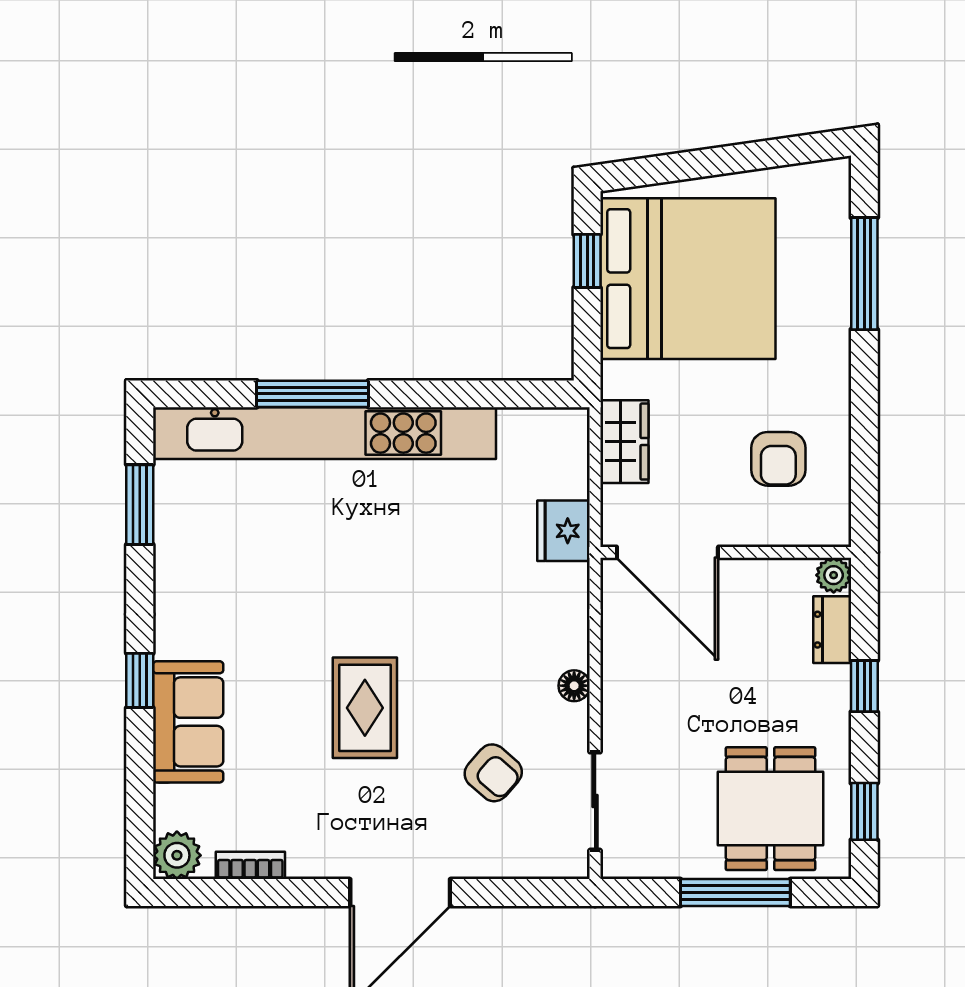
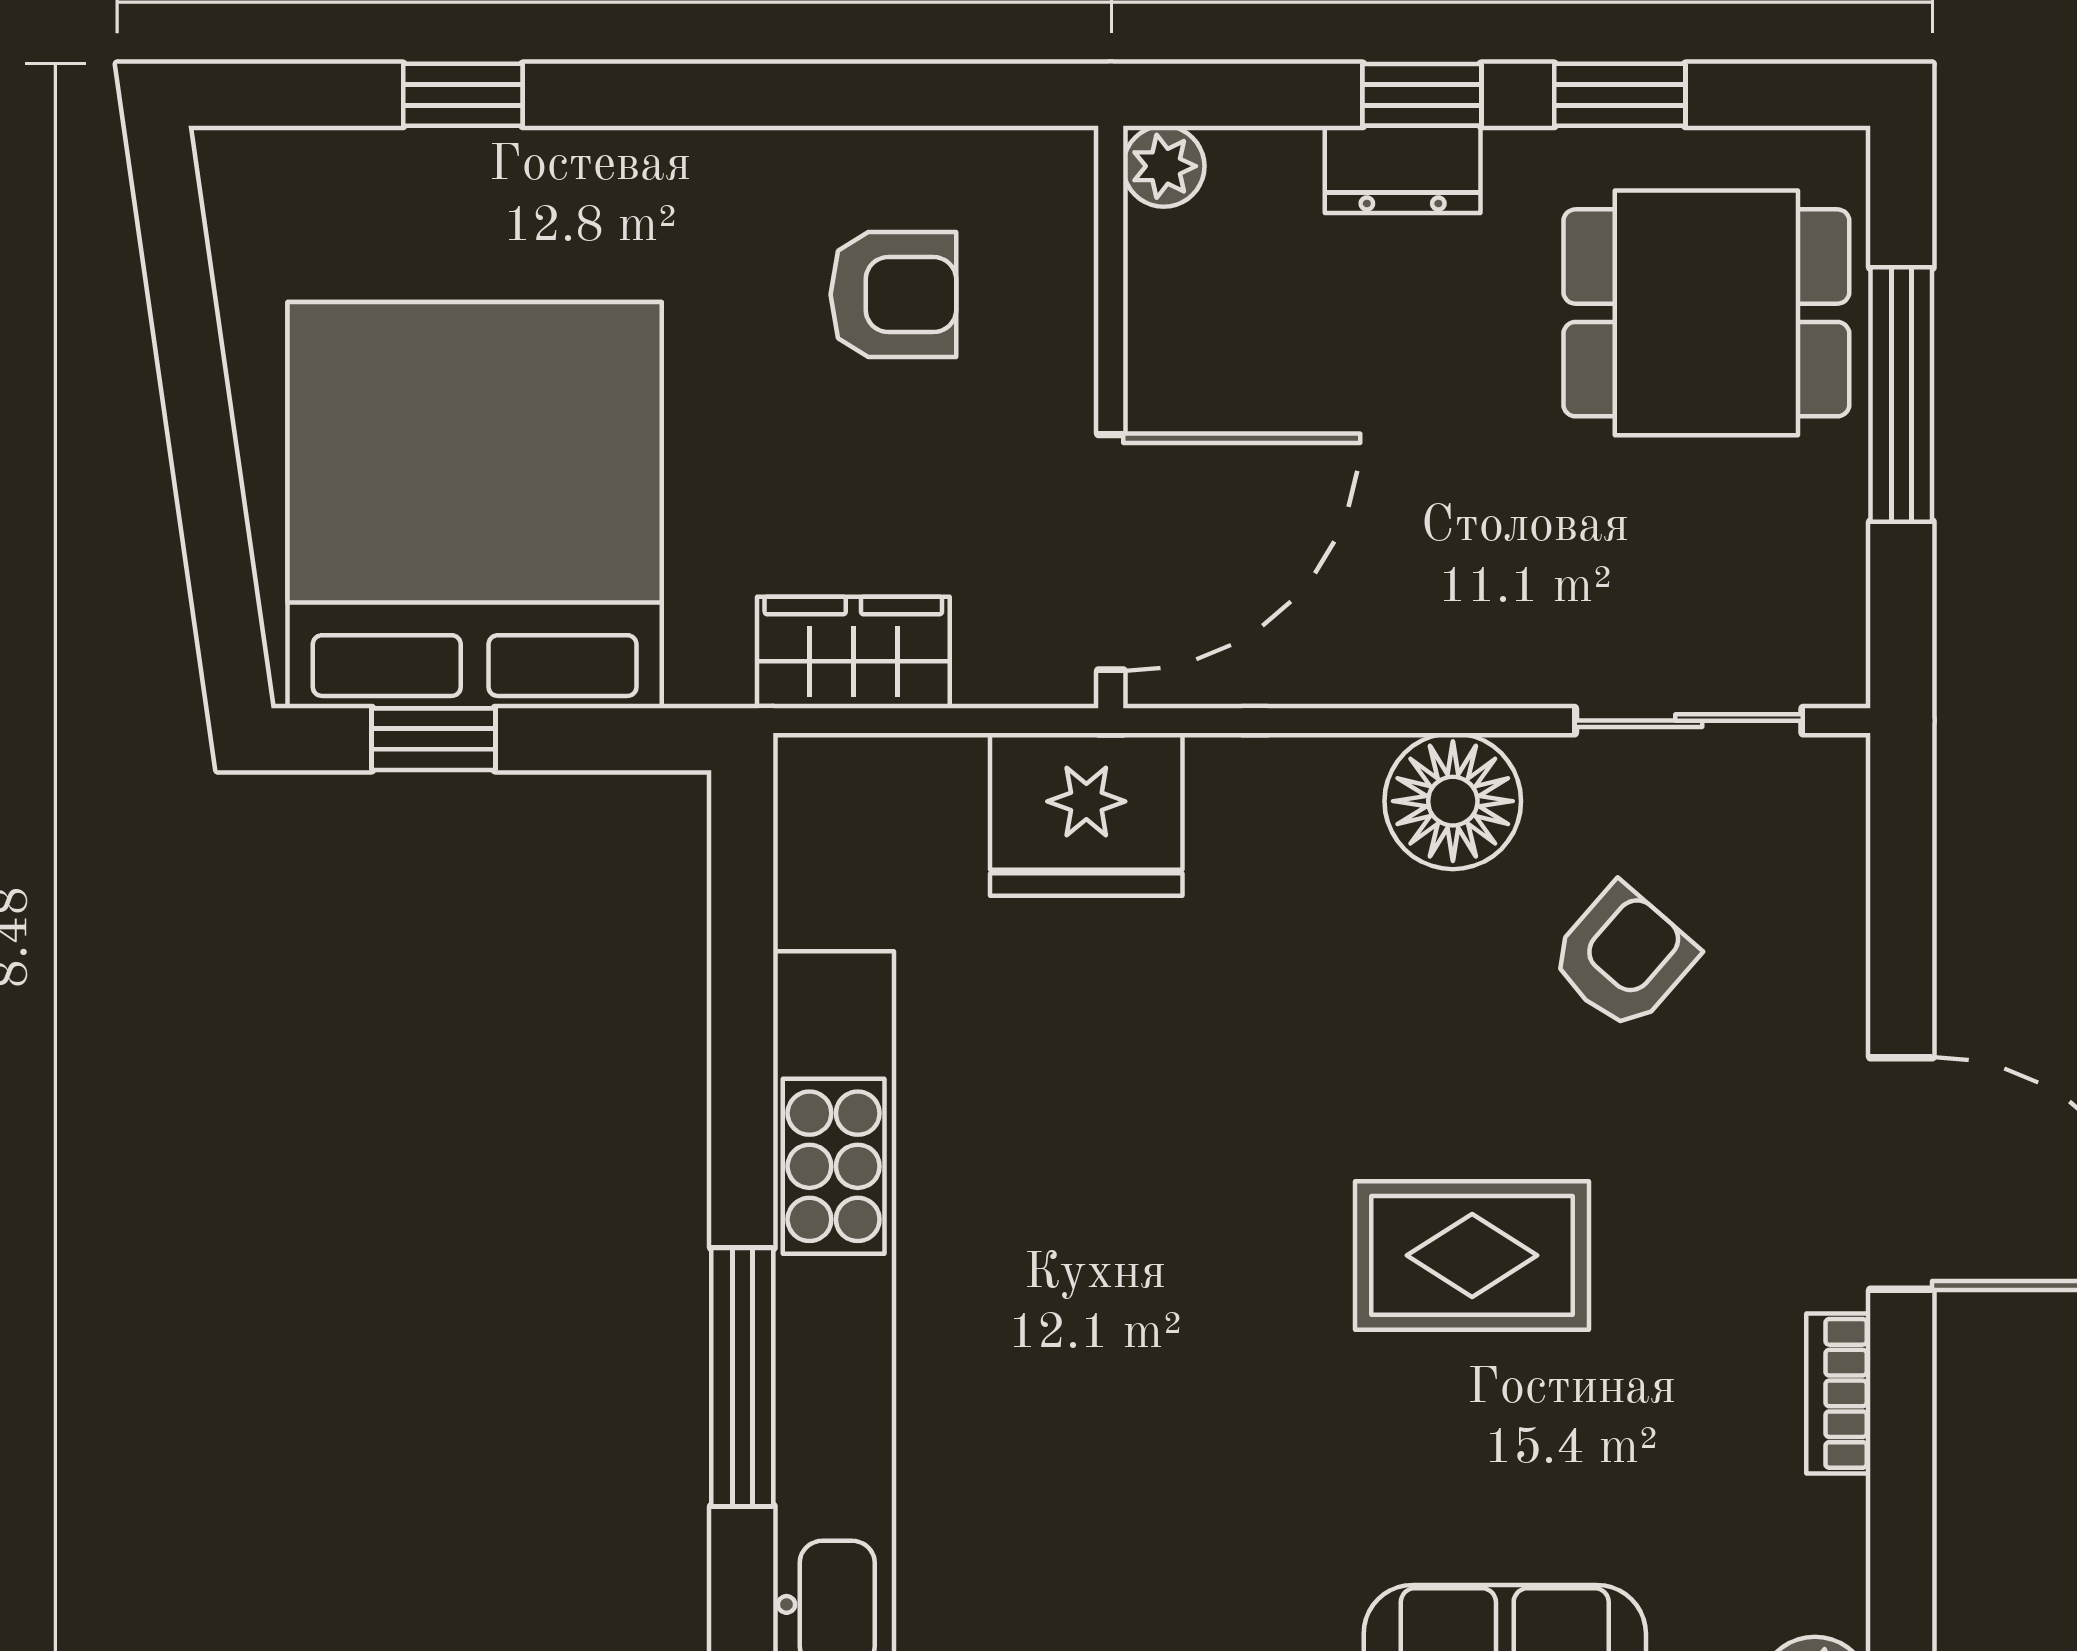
window: (864, 274) -> (463, 95), width x0.46
fridge: (564, 531) -> (1086, 814), width x1.36, depth x1.34
dresser: (832, 630) -> (1403, 169), moved
floor lamp: (574, 686) -> (1453, 801), width x1.89, depth x1.89
window: (864, 811) -> (1620, 95), moved
bookcase: (250, 865) -> (1838, 1393), moved

